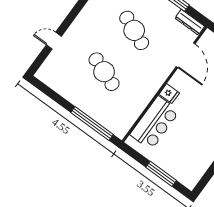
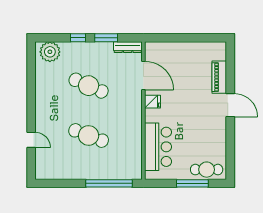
door: (54, 41) -> (31, 140), swing flipped
fridge: (169, 94) -> (153, 102), moved
cafe table: (181, 171) -> (207, 170), added

